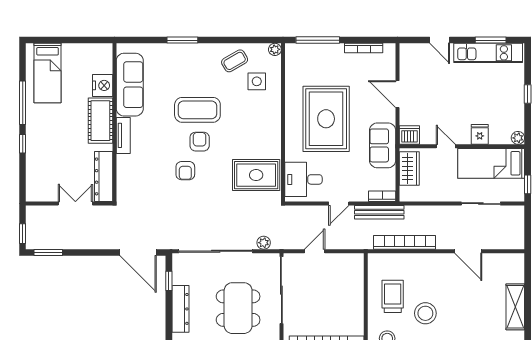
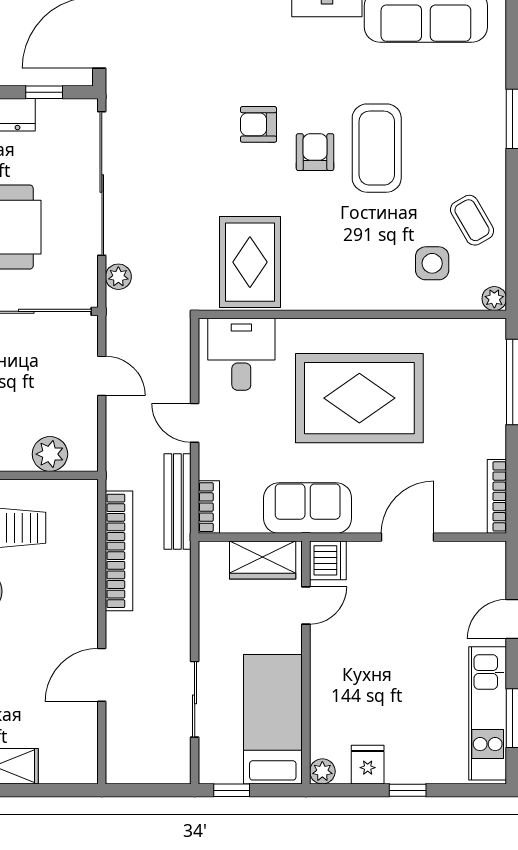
bookcase: (364, 48) -> (497, 496), moved
fridge: (480, 134) -> (368, 765), moved, turned -90
armchair: (200, 142) -> (315, 152), turned -90
door: (446, 146) -> (306, 606), moved
plant: (355, 278) -> (50, 454), added

